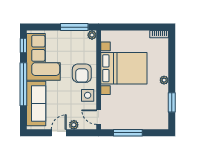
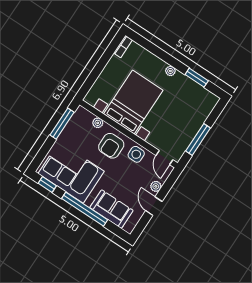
plant: (92, 35) -> (98, 123), moved
armchair: (82, 73) -> (111, 146), turned 90
sofa: (36, 104) -> (111, 209), width x0.73
door: (99, 117) -> (164, 158), hinge flipped

